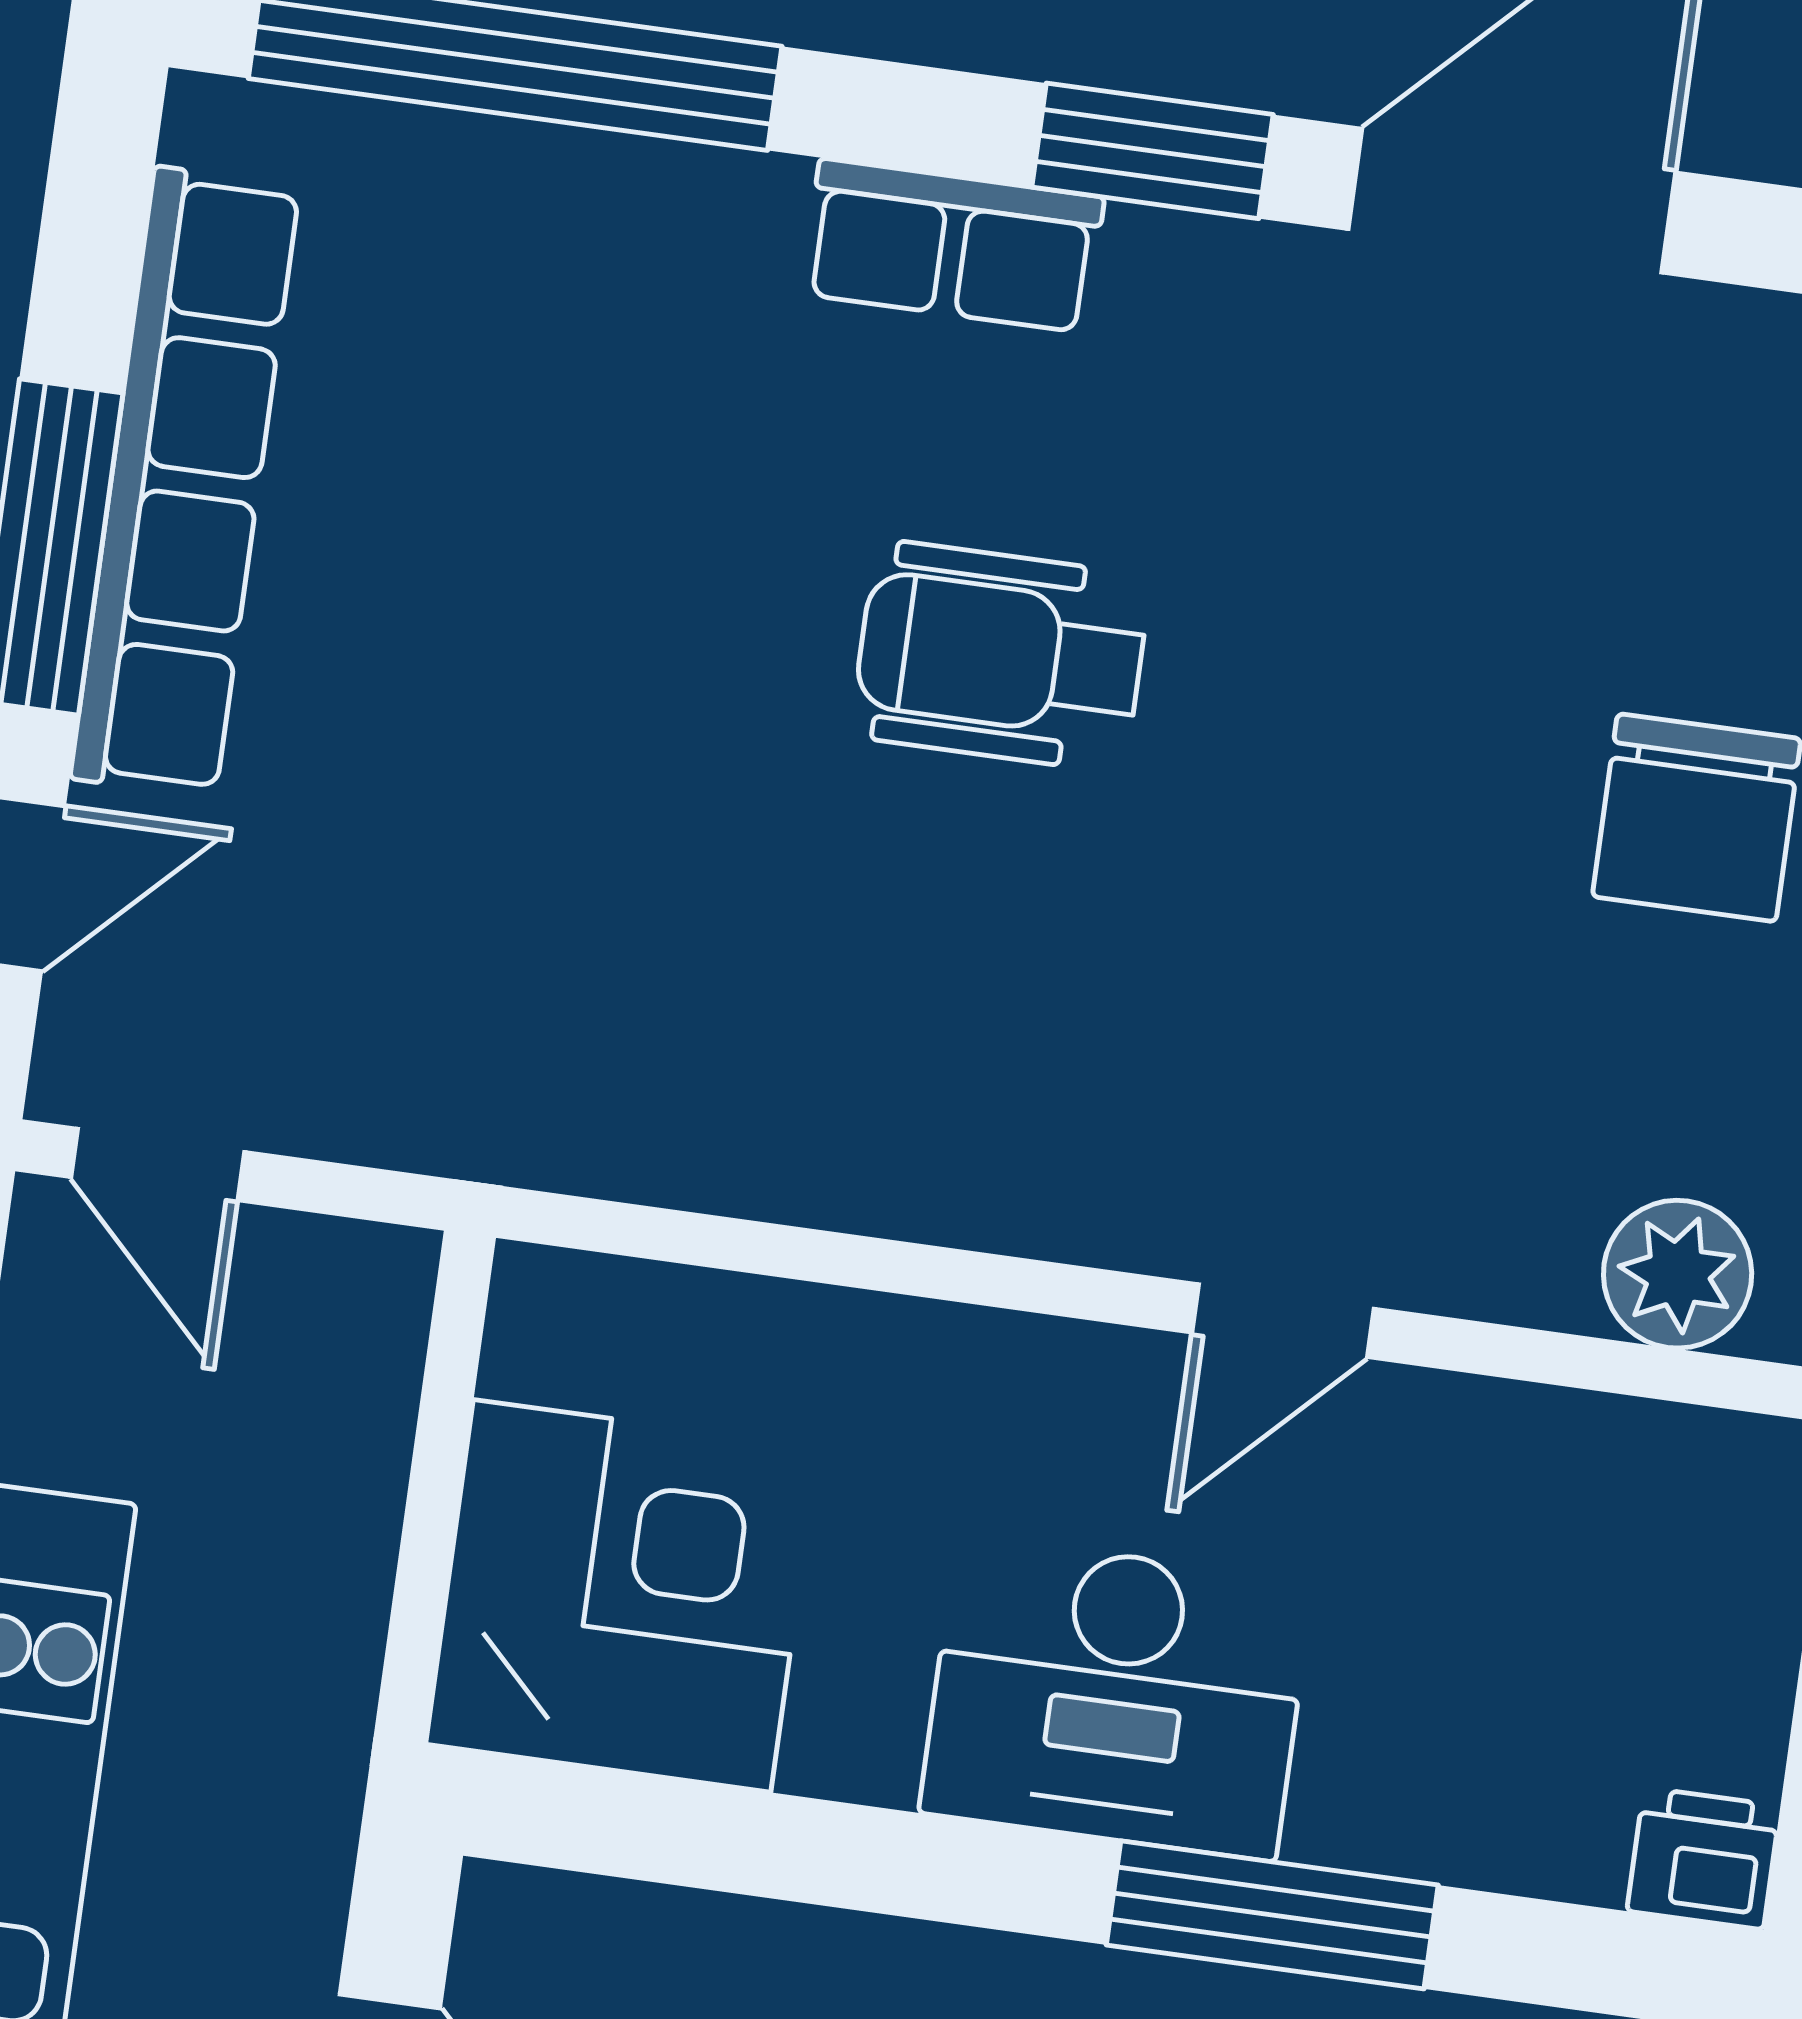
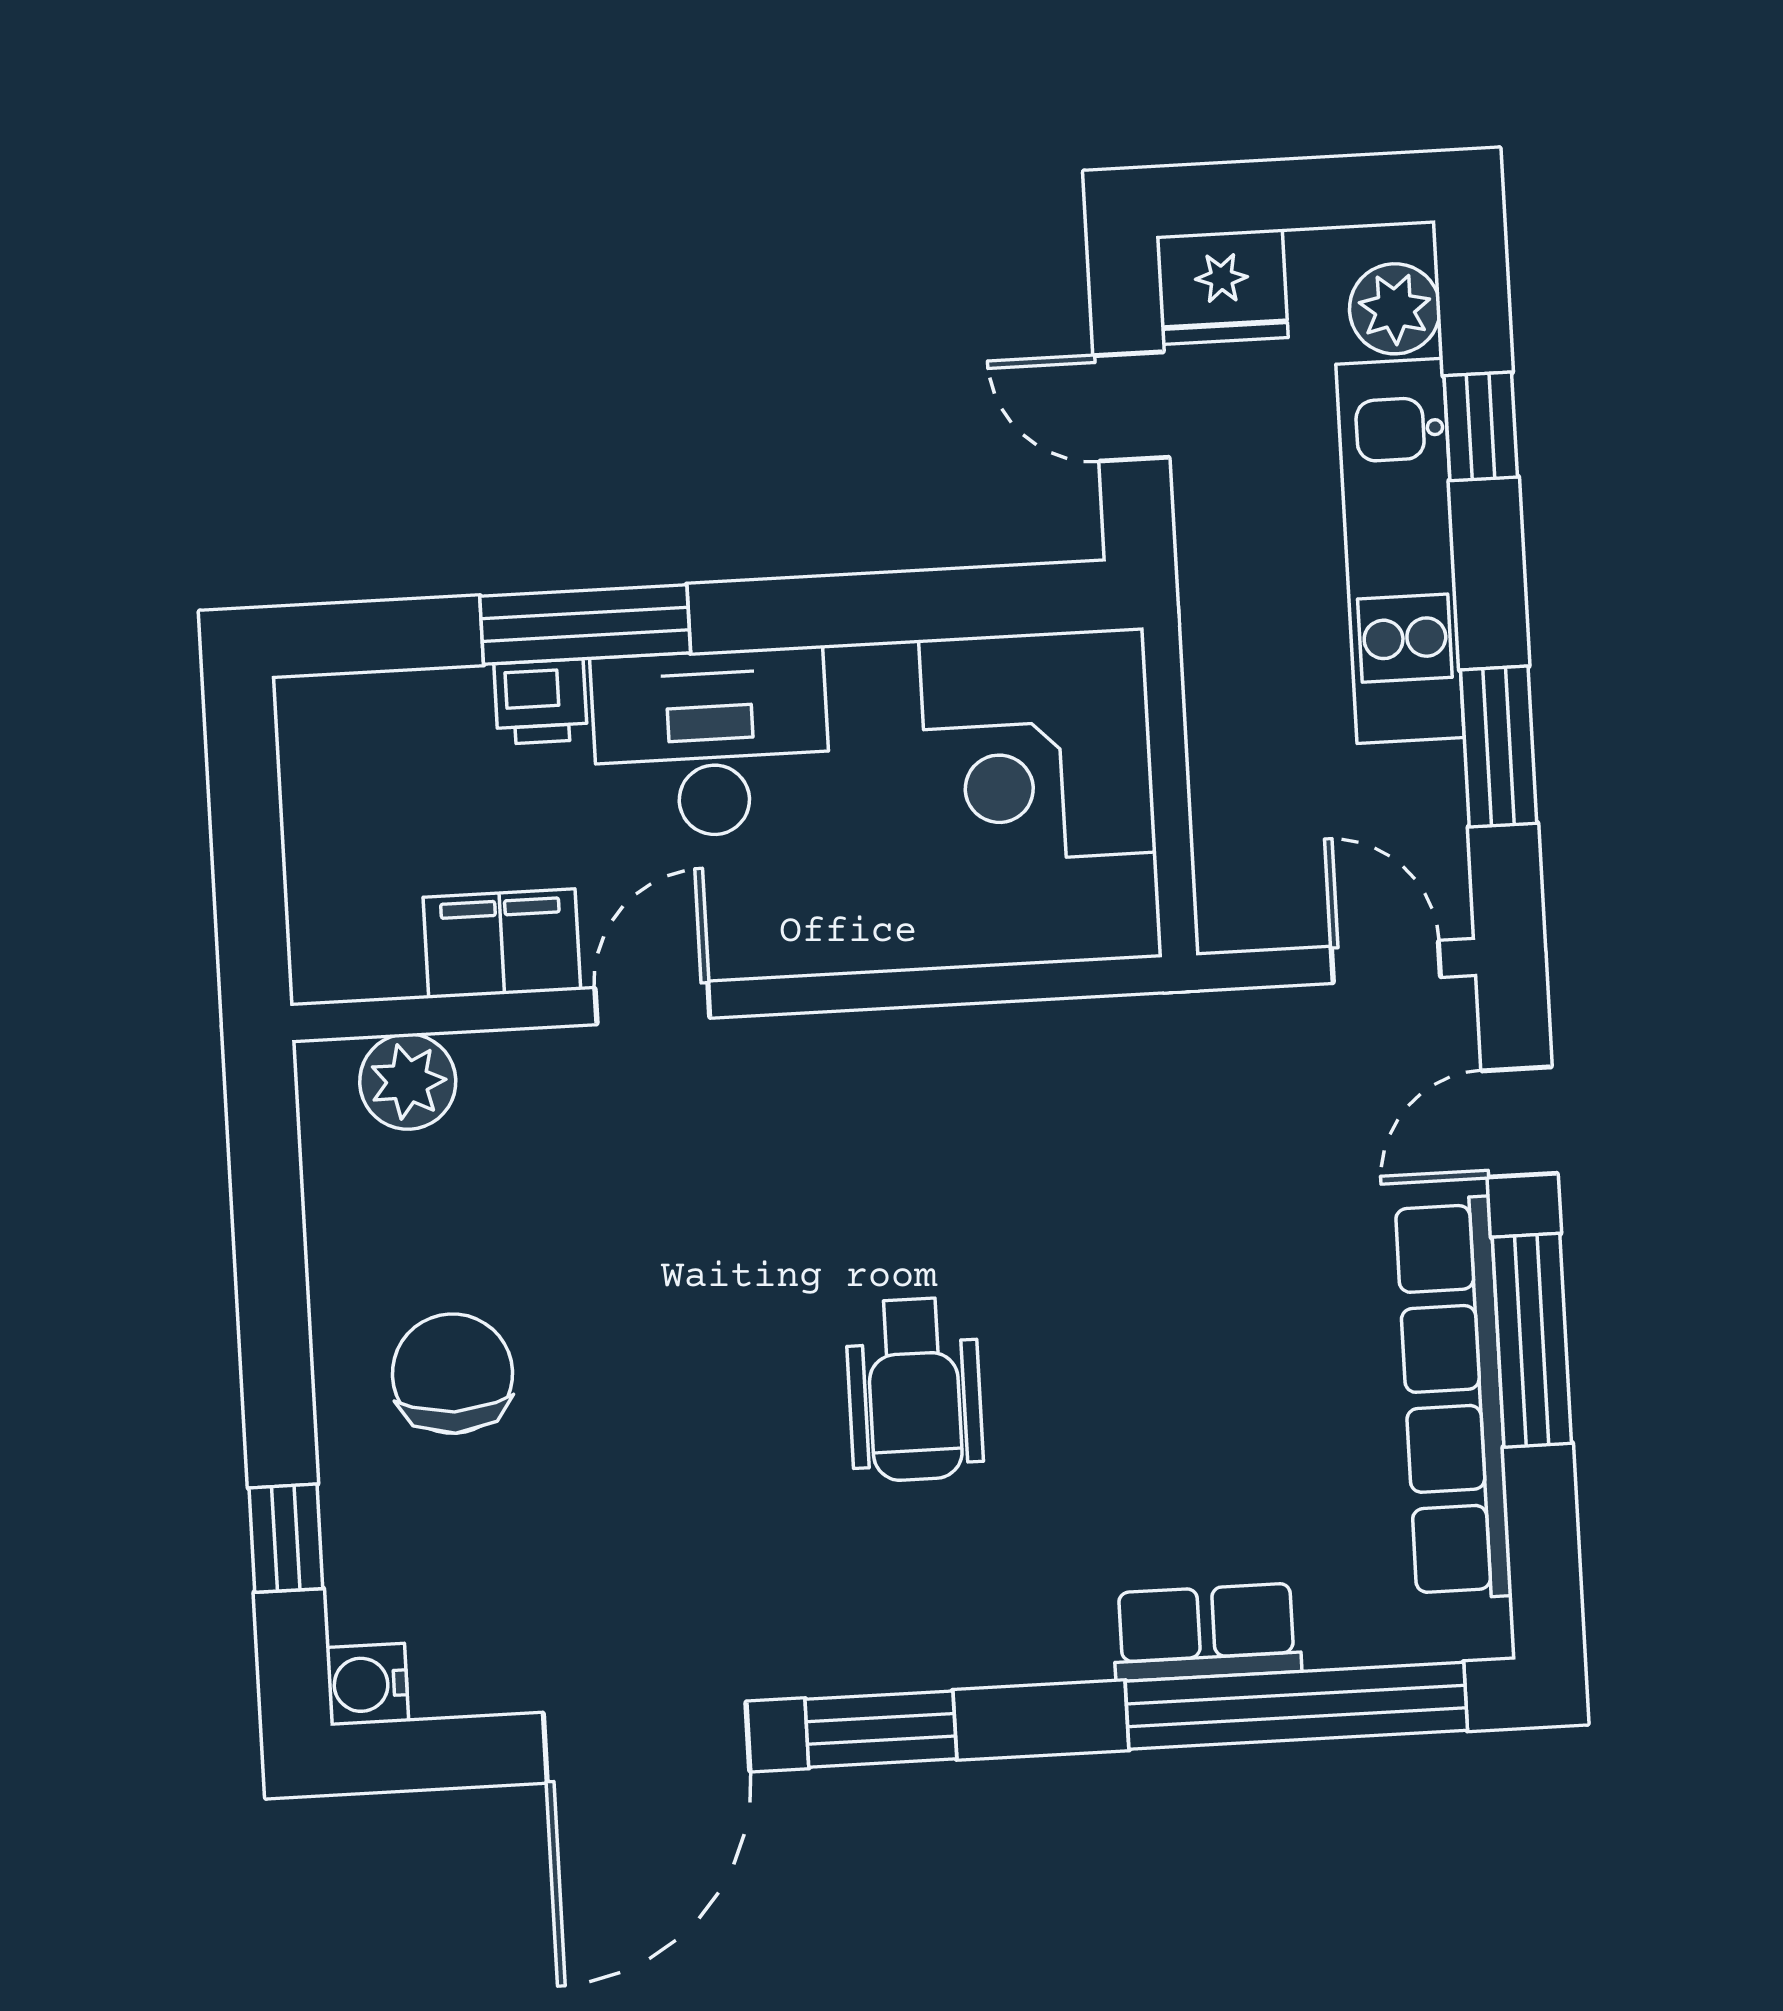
row of seats: (953, 246) -> (1206, 1632), moved
wheelchair: (1001, 656) -> (914, 1389), turned 90
filing cabinet: (1494, 1456) -> (502, 944), added
printer: (1704, 1858) -> (541, 702), moved

